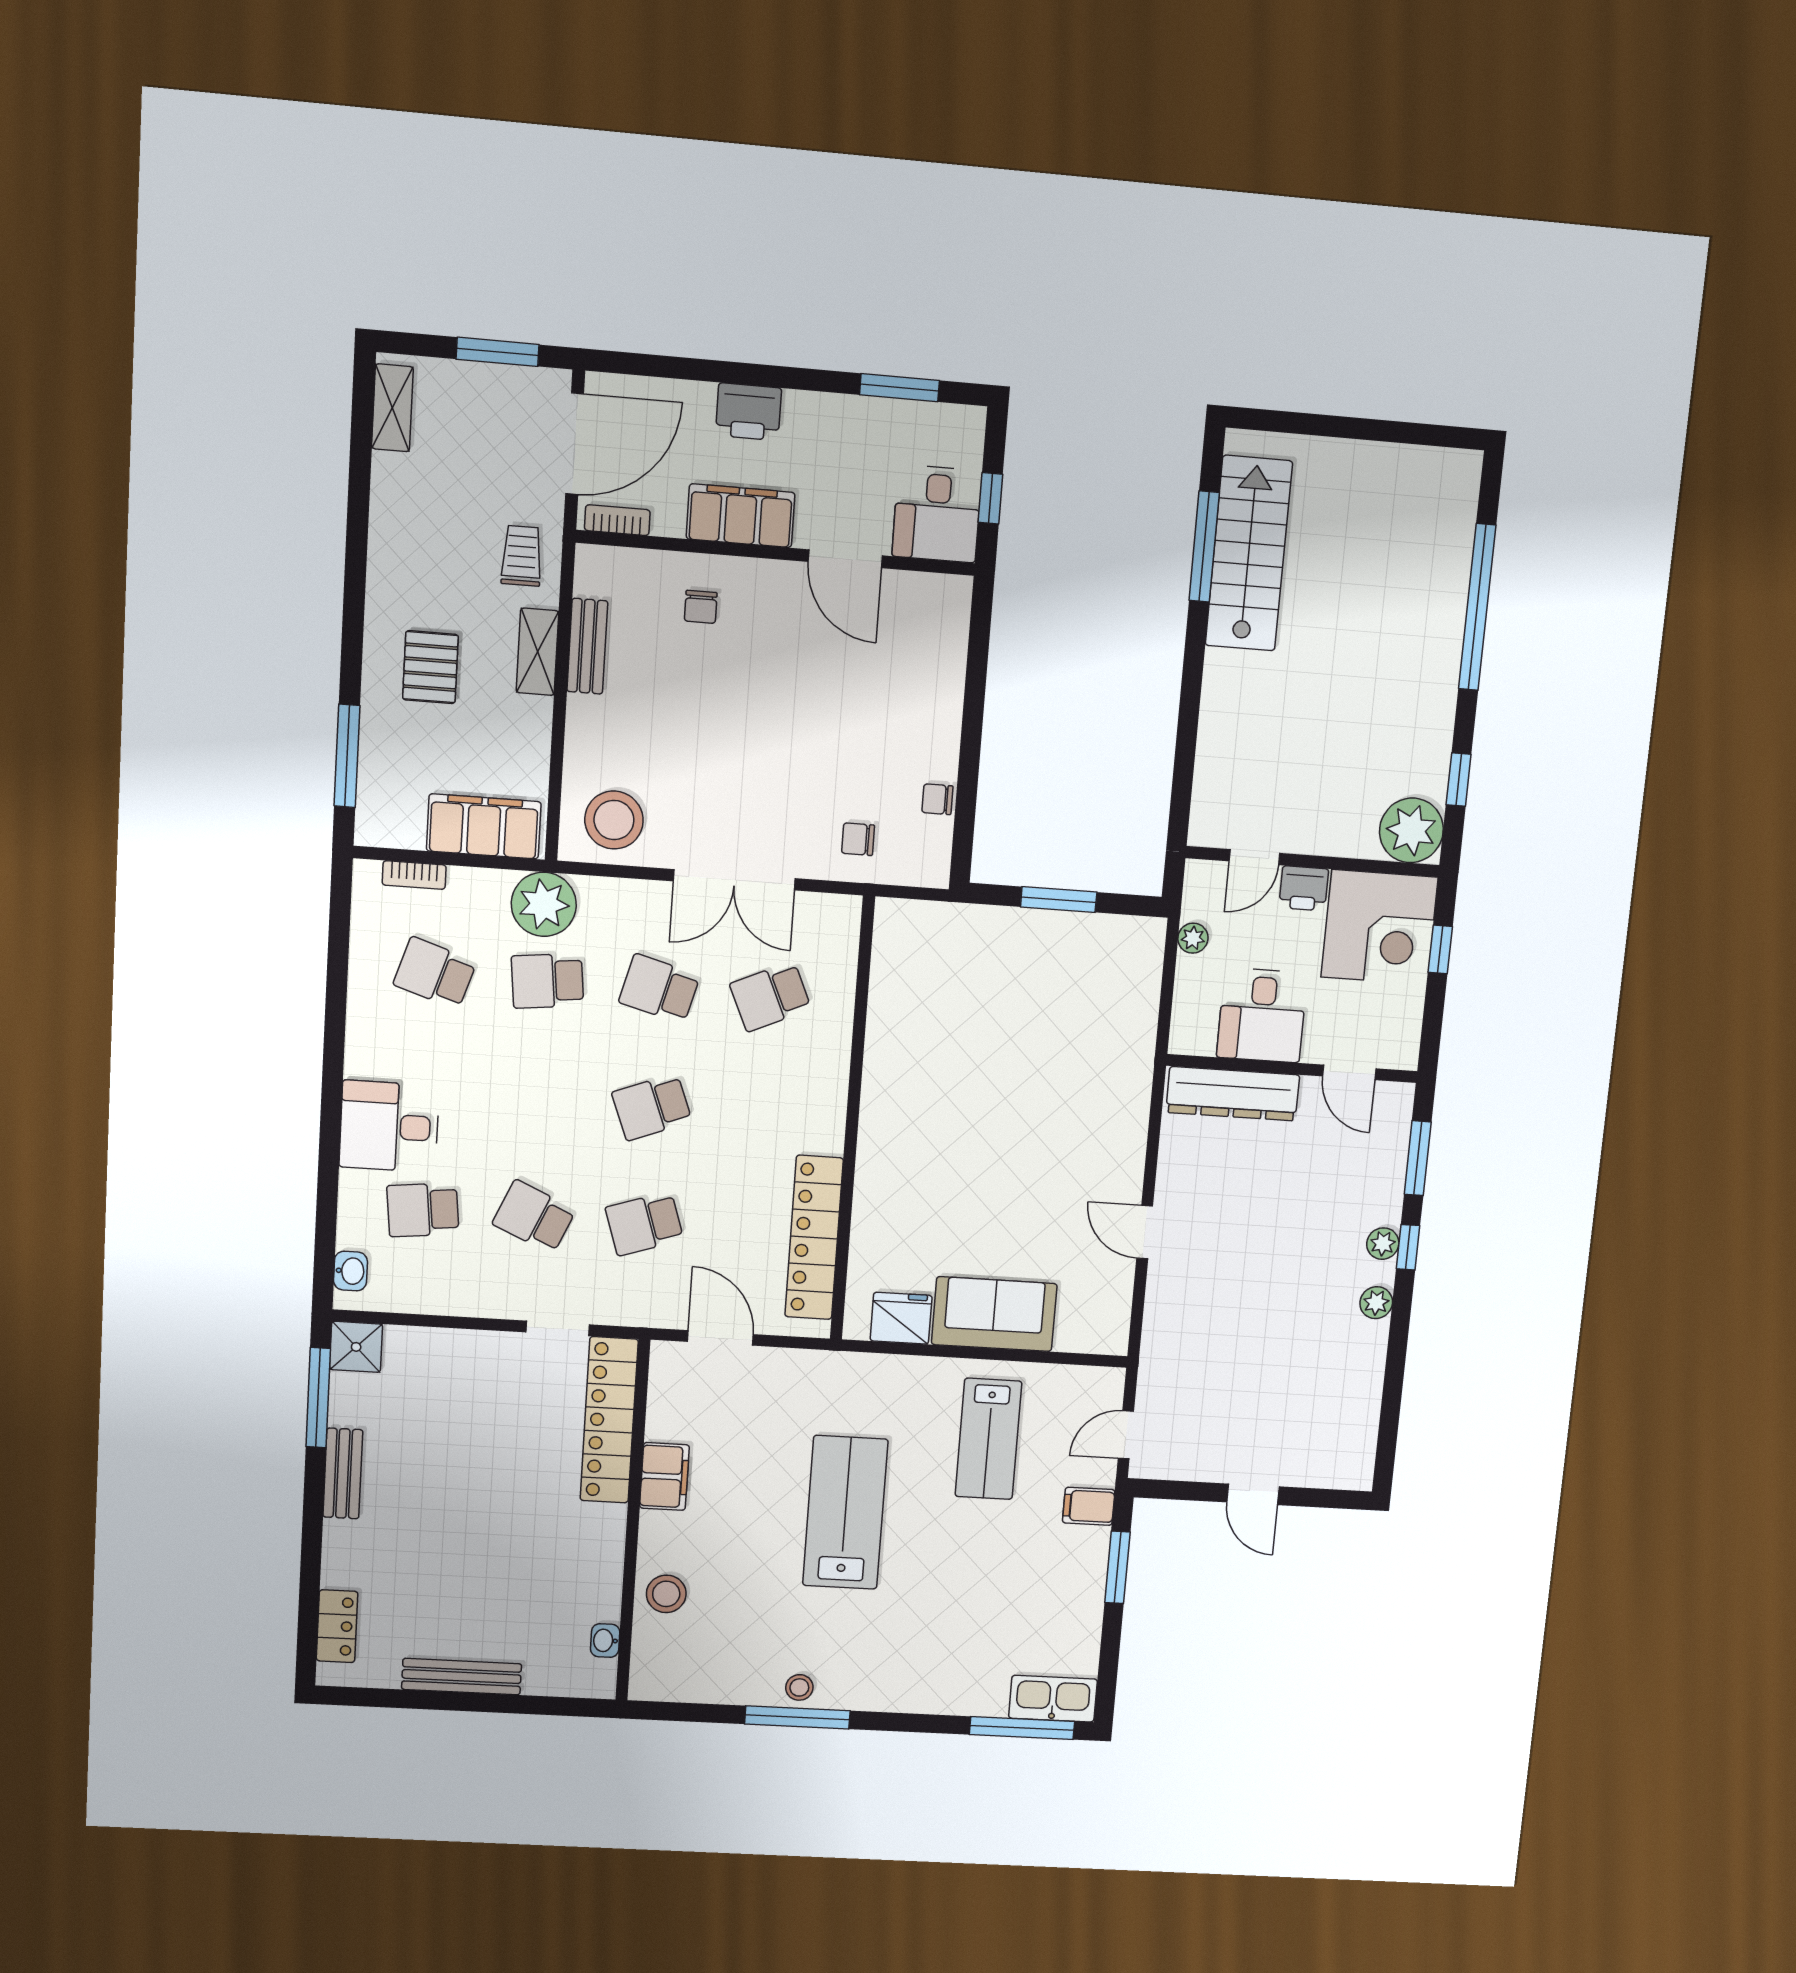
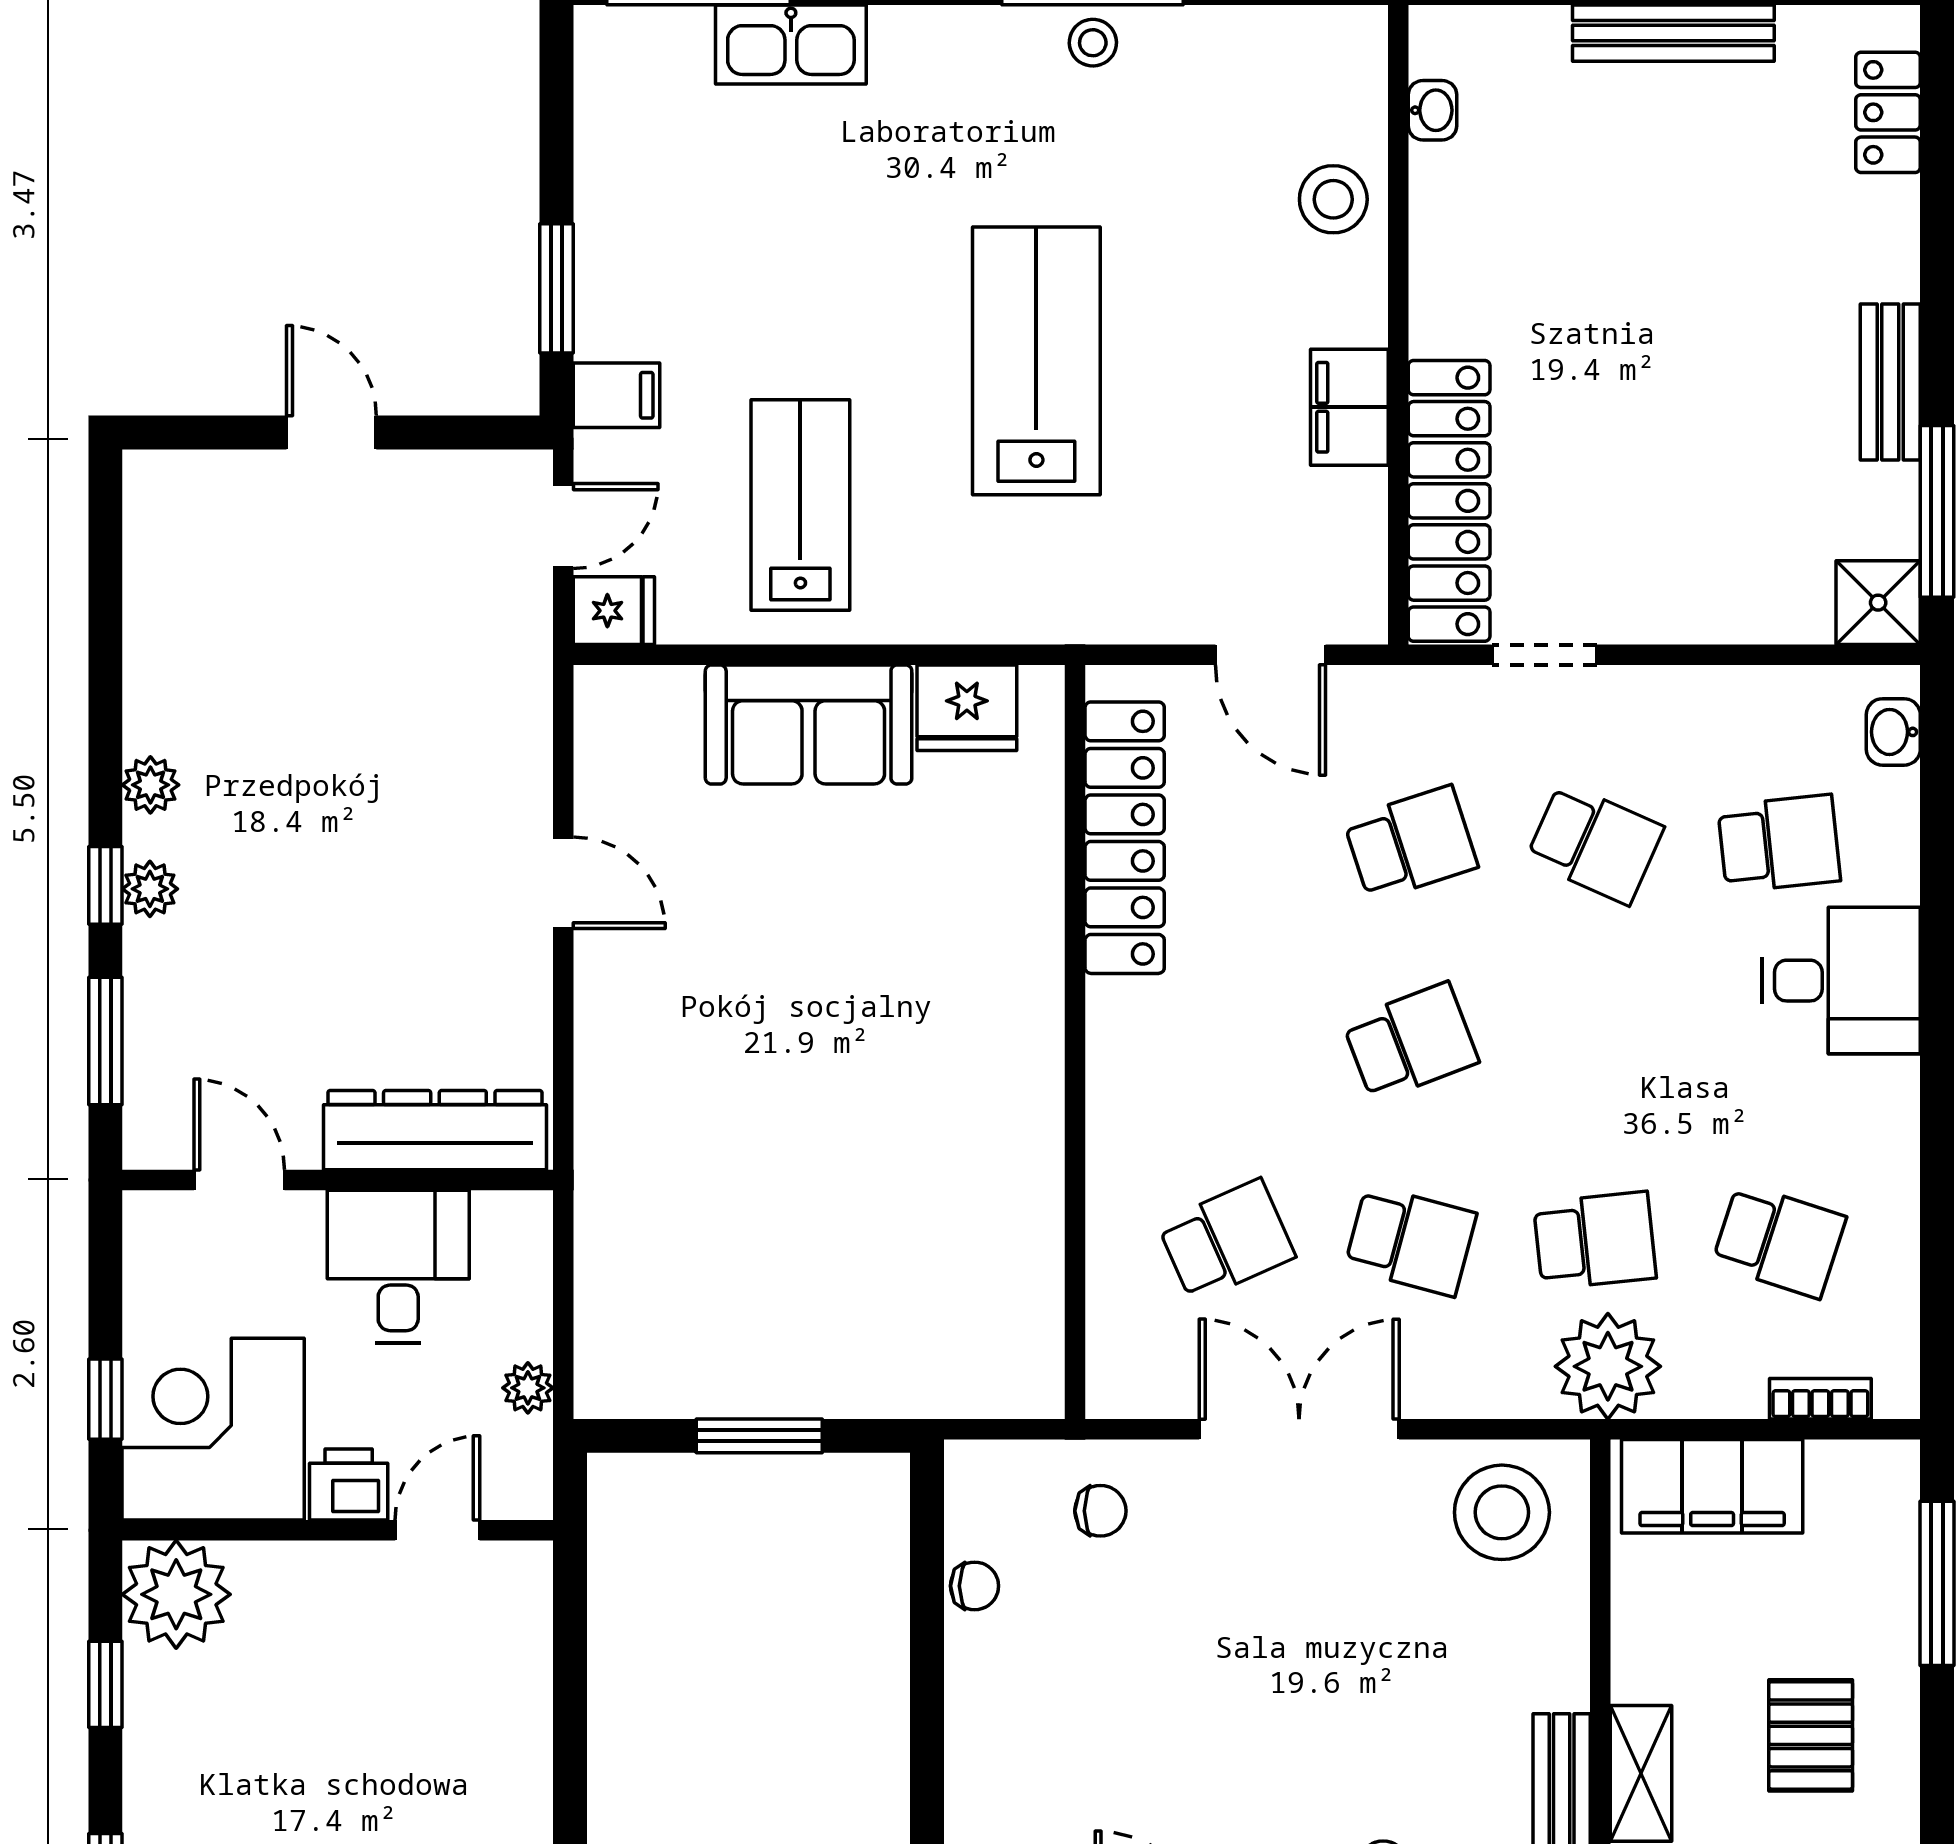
fridge: (1101, 1385) -> (614, 611), added
lab bench: (845, 1512) -> (1036, 361), turned 180
kitchen sink: (1053, 1699) -> (791, 45), moved

